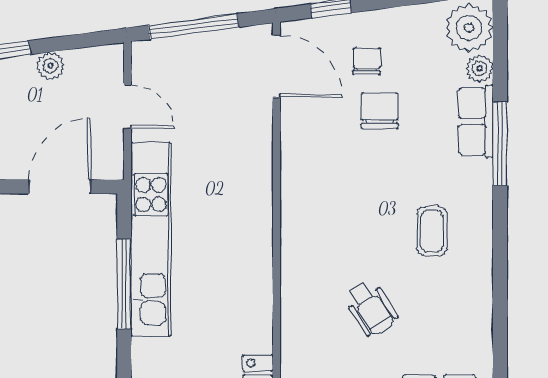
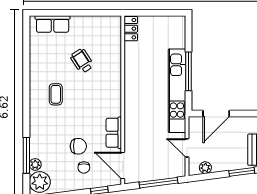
plant: (51, 66) -> (205, 168), moved
chair: (380, 111) -> (78, 146), turned -90
row of seats: (476, 121) -> (114, 133), moved, turned 180
window: (500, 144) -> (26, 155), moved

